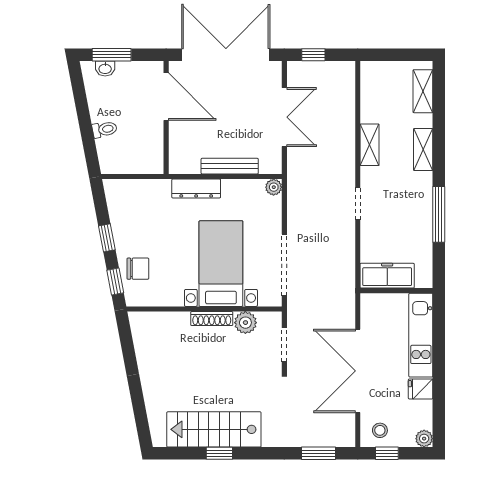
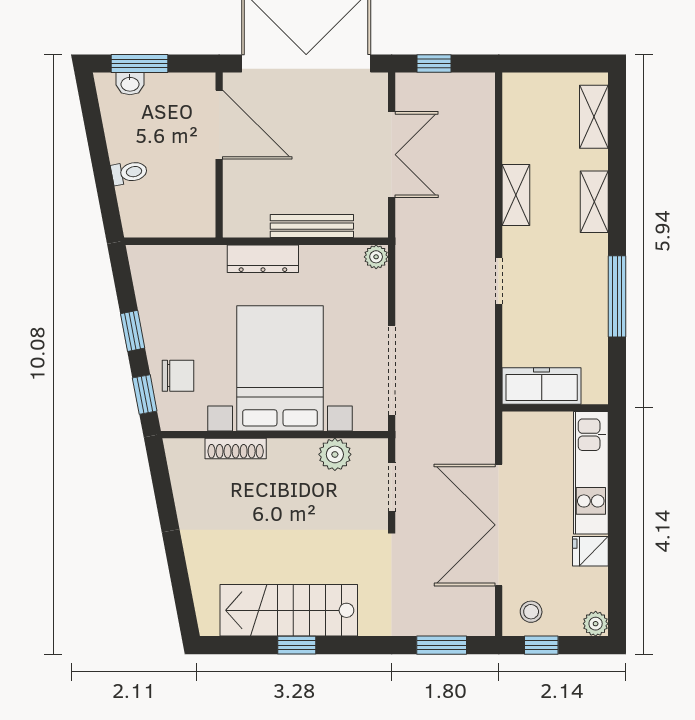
bed with nightstands: (221, 264) -> (280, 368), width x1.36
shoe rack: (212, 319) -> (236, 449), moved

